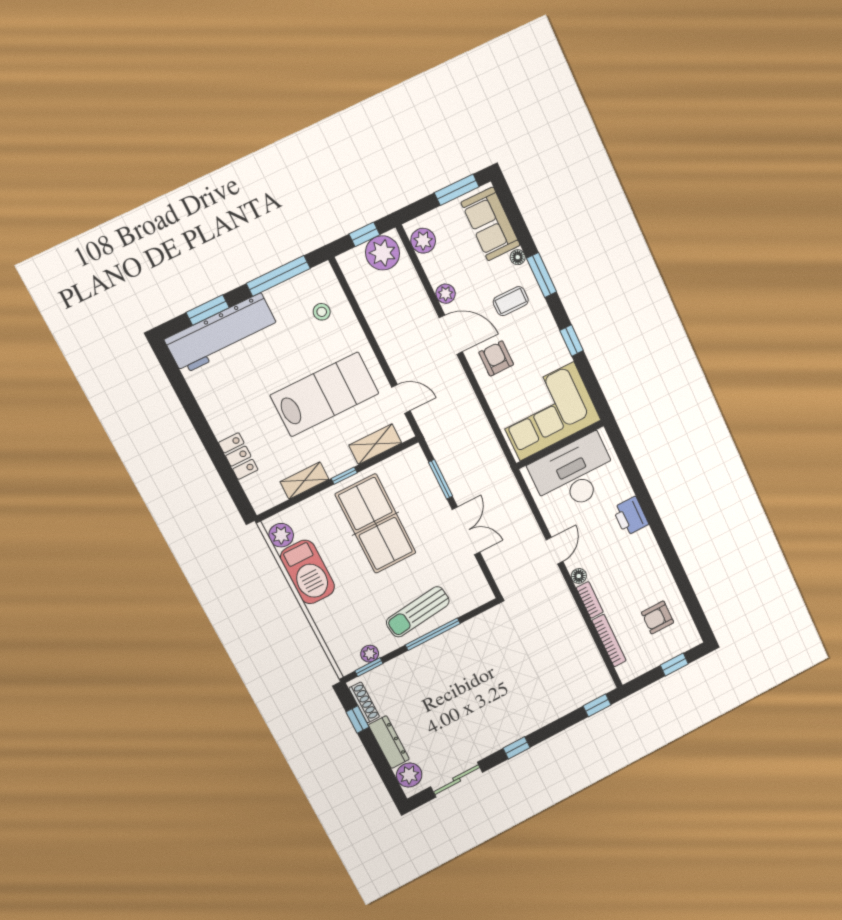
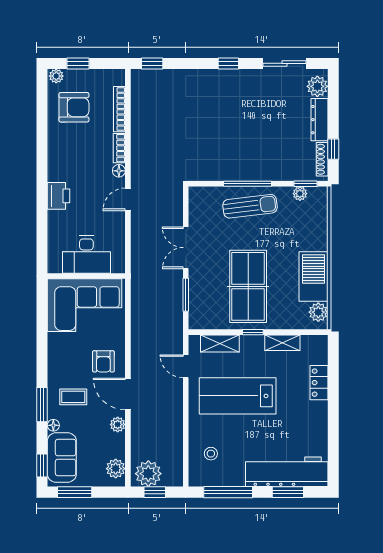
window: (572, 340) -> (42, 465), moved
desk: (574, 474) -> (86, 255), width x0.73, depth x0.77
armchair: (658, 617) -> (74, 107), width x1.38, depth x1.38
plant: (691, 640) -> (56, 76), added

